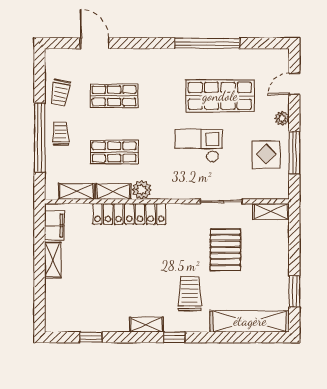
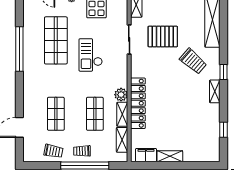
trolley: (190, 294) -> (193, 61), turned -139

